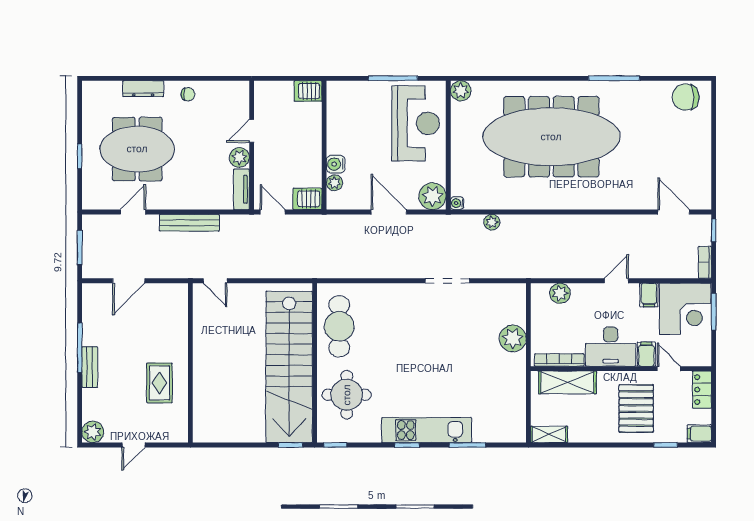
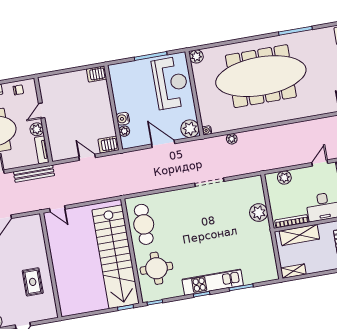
door: (252, 131) -> (42, 111), moved
wall: (252, 145) -> (43, 120), moved
plant: (239, 157) -> (37, 129), moved
tv unit: (241, 189) -> (42, 150), moved

